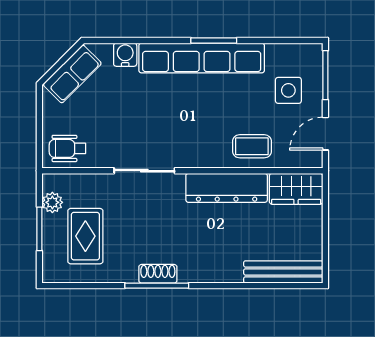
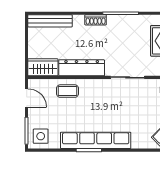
water cooler: (125, 55) -> (138, 142), removed
side table: (288, 90) -> (41, 136), moved
door: (325, 134) -> (27, 98), hinge flipped
shoe rack: (158, 274) -> (96, 20), moved

